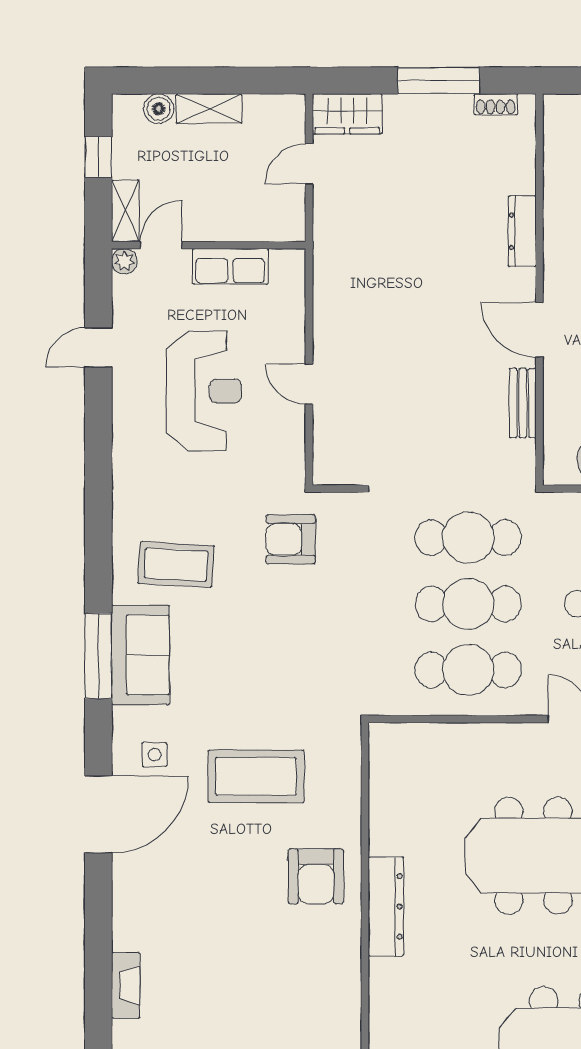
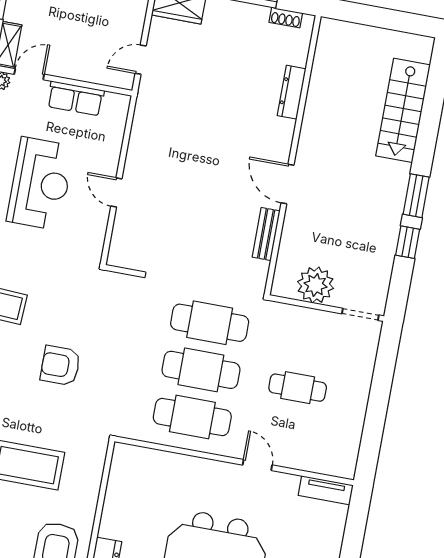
door: (309, 164) -> (141, 60), moved
dresser: (522, 231) -> (292, 92), moved
armchair: (291, 539) -> (60, 366), moved

